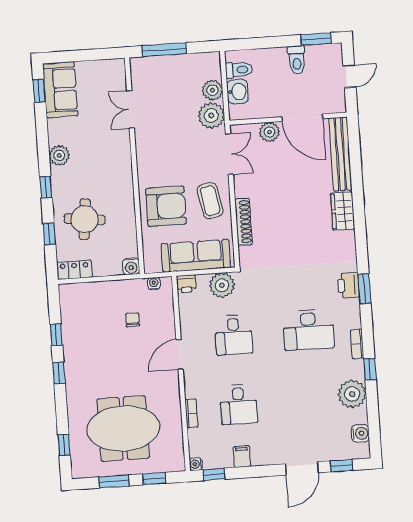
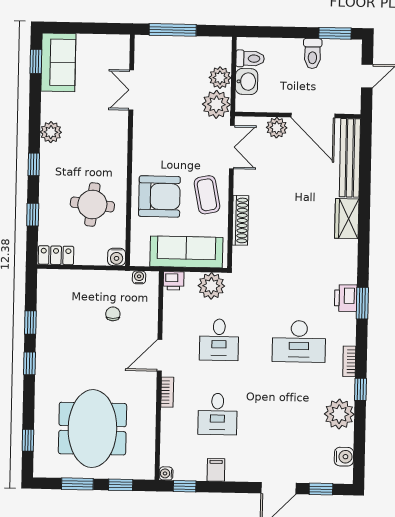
round table: (85, 219) -> (92, 204), moved
bookcase: (192, 413) -> (167, 392), moved
meeting table: (123, 428) -> (92, 429), turned 90

